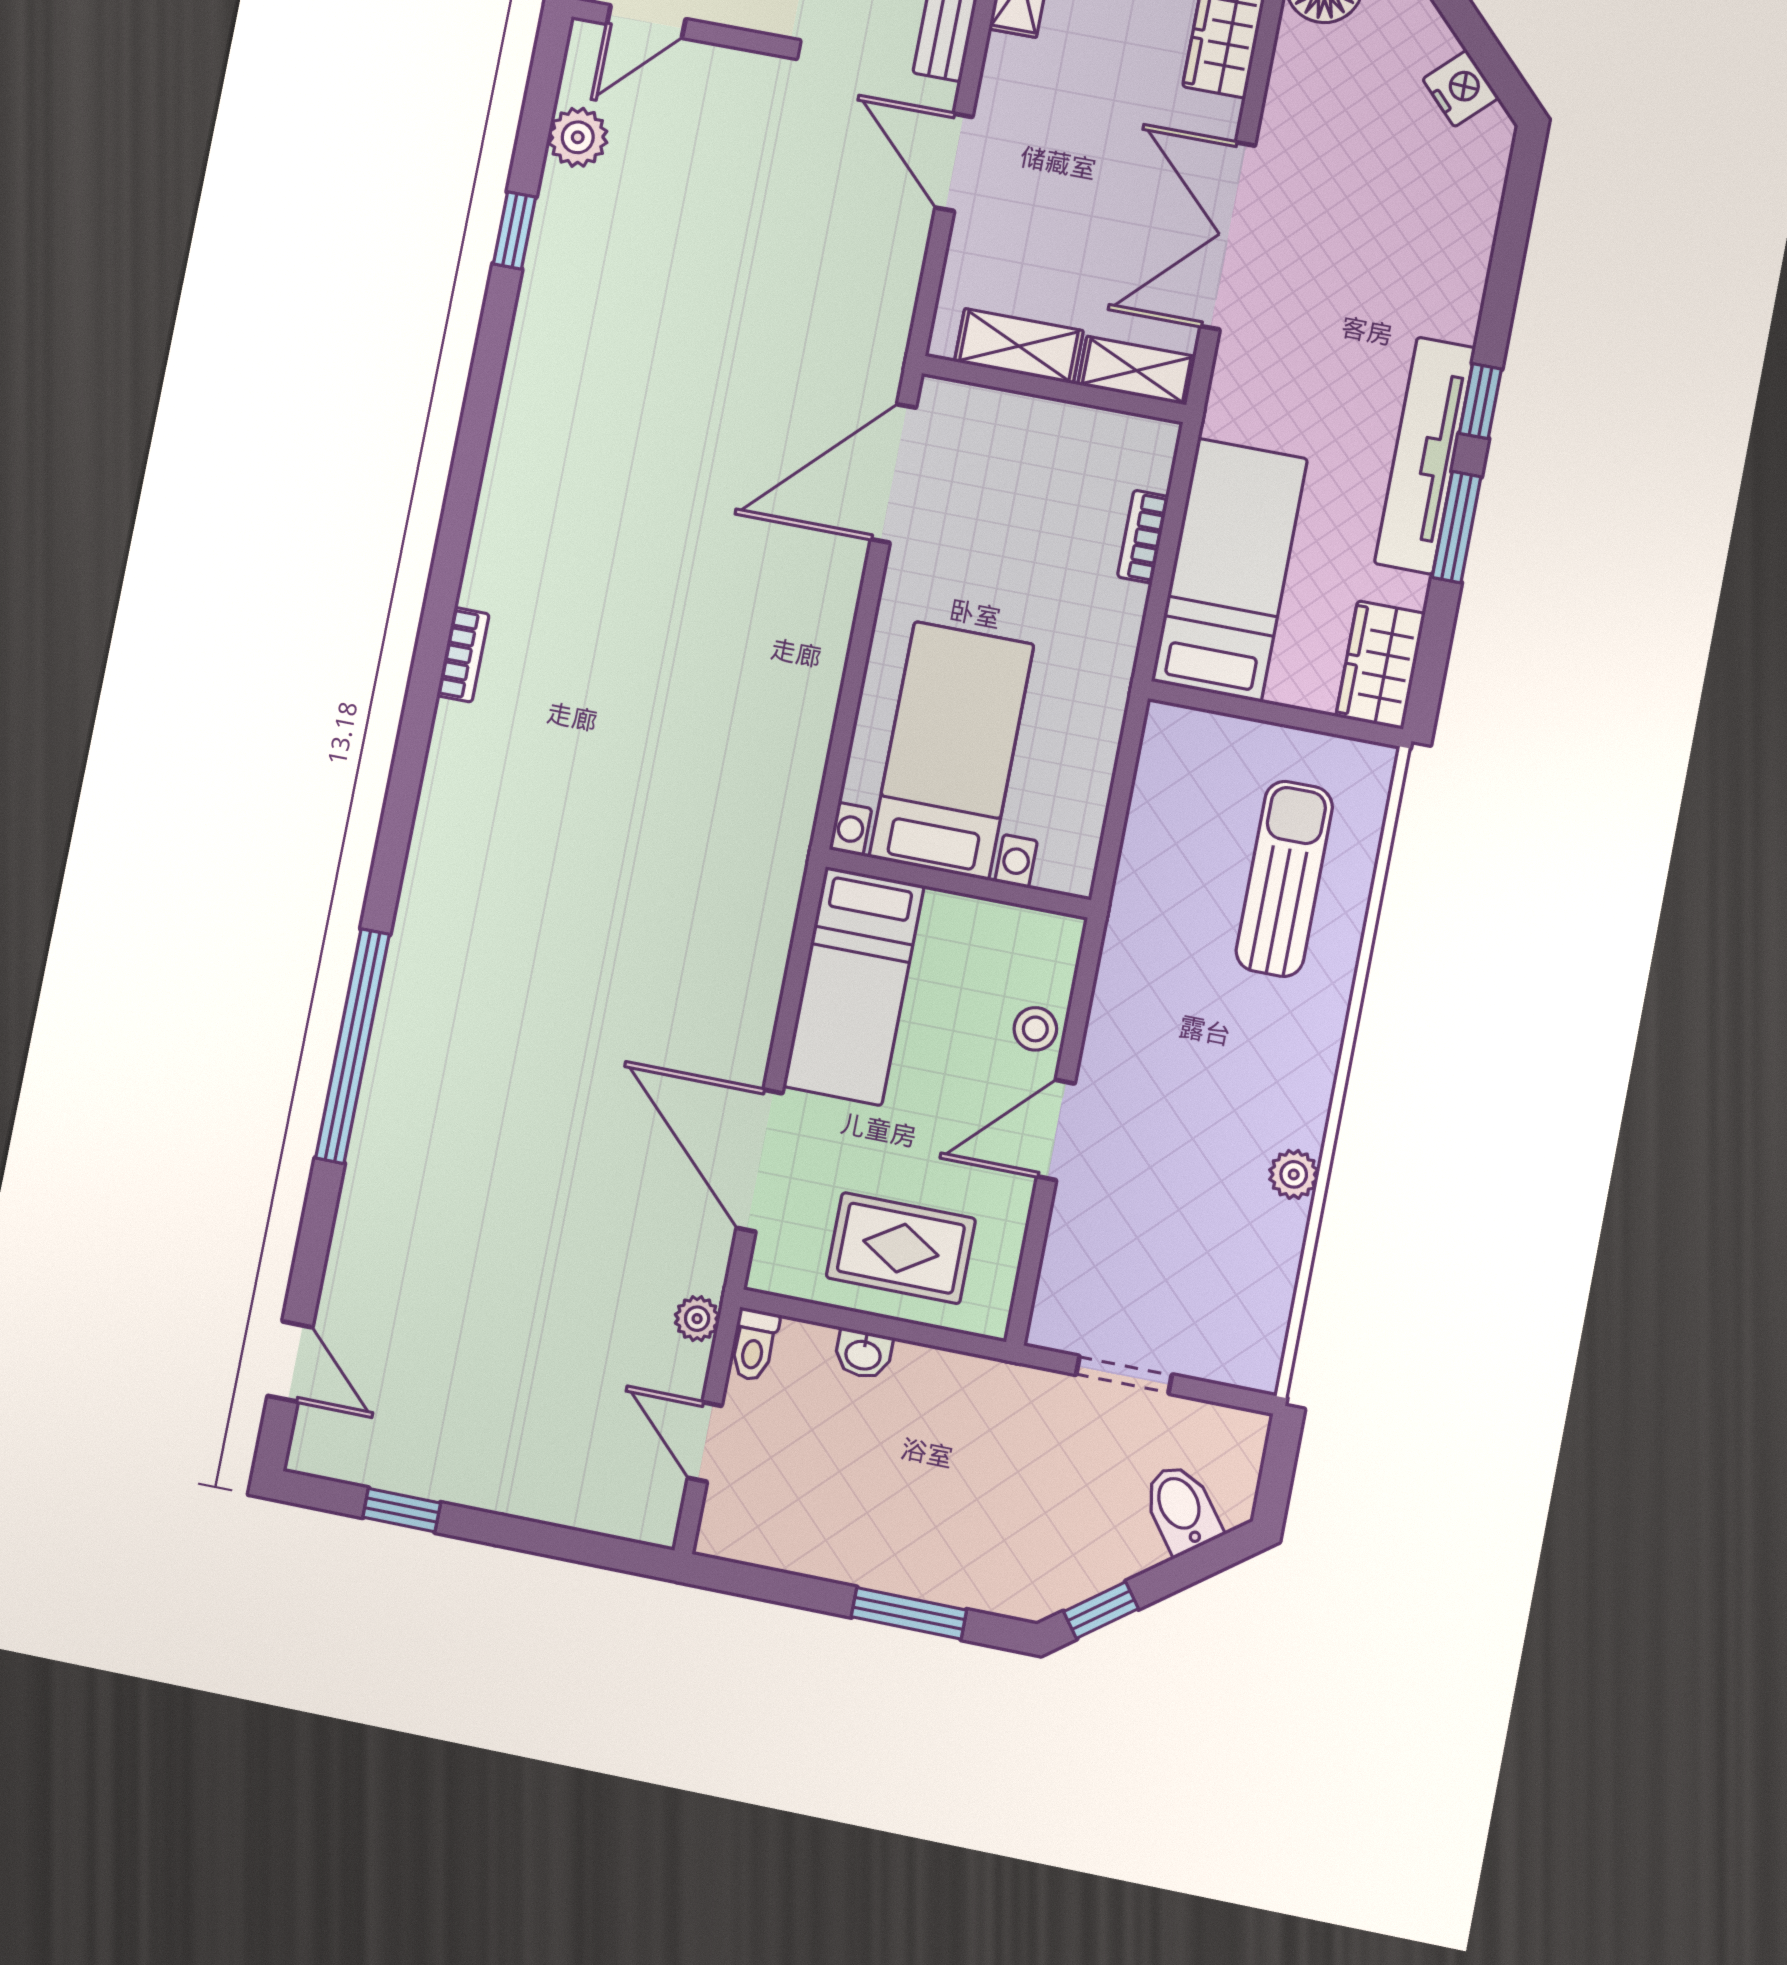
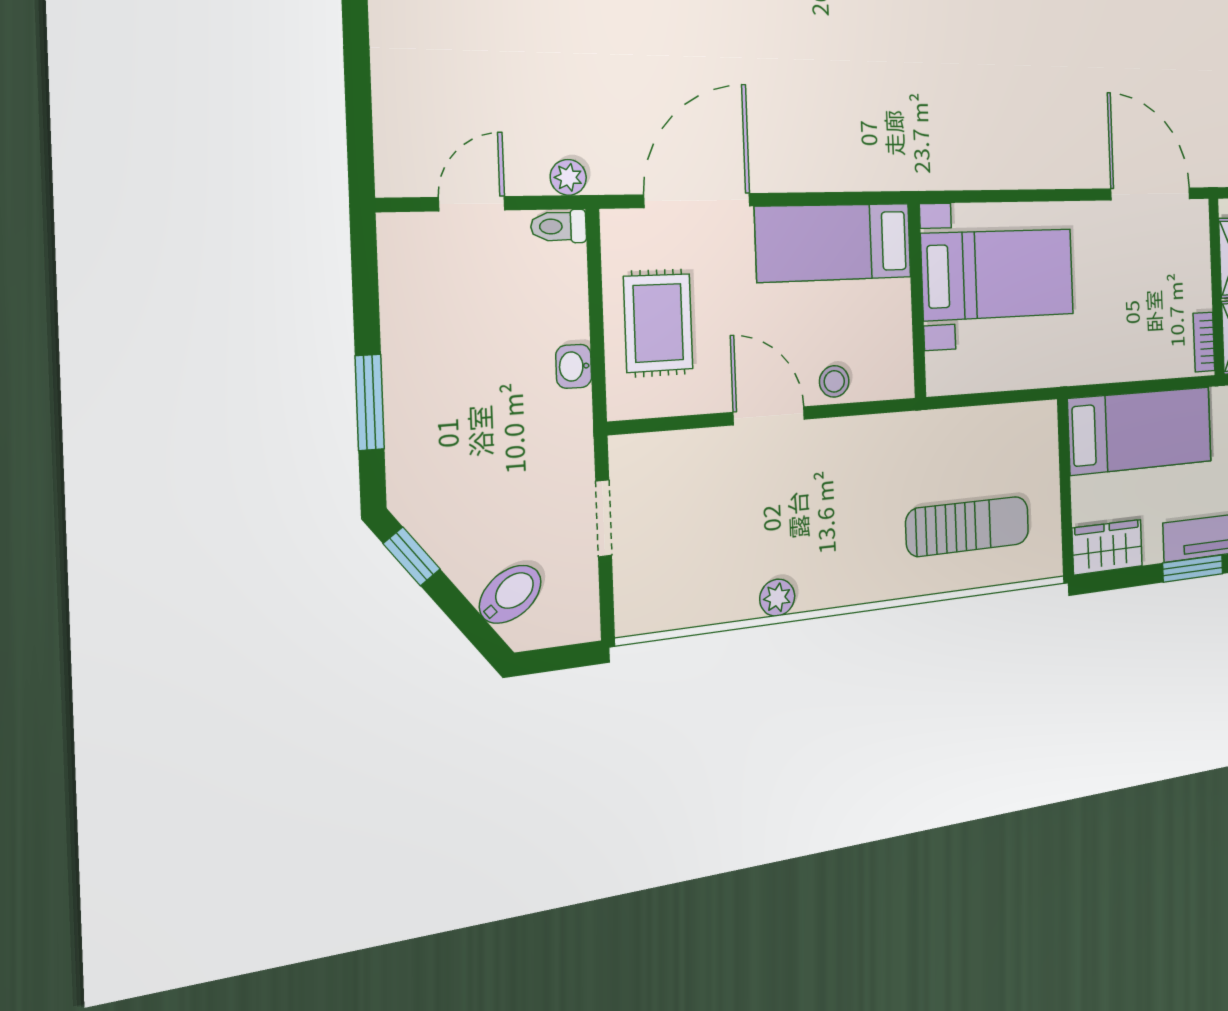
bookcase: (1143, 537) -> (1204, 342), moved, turned -90
washbasin: (863, 1354) -> (574, 366), moved

